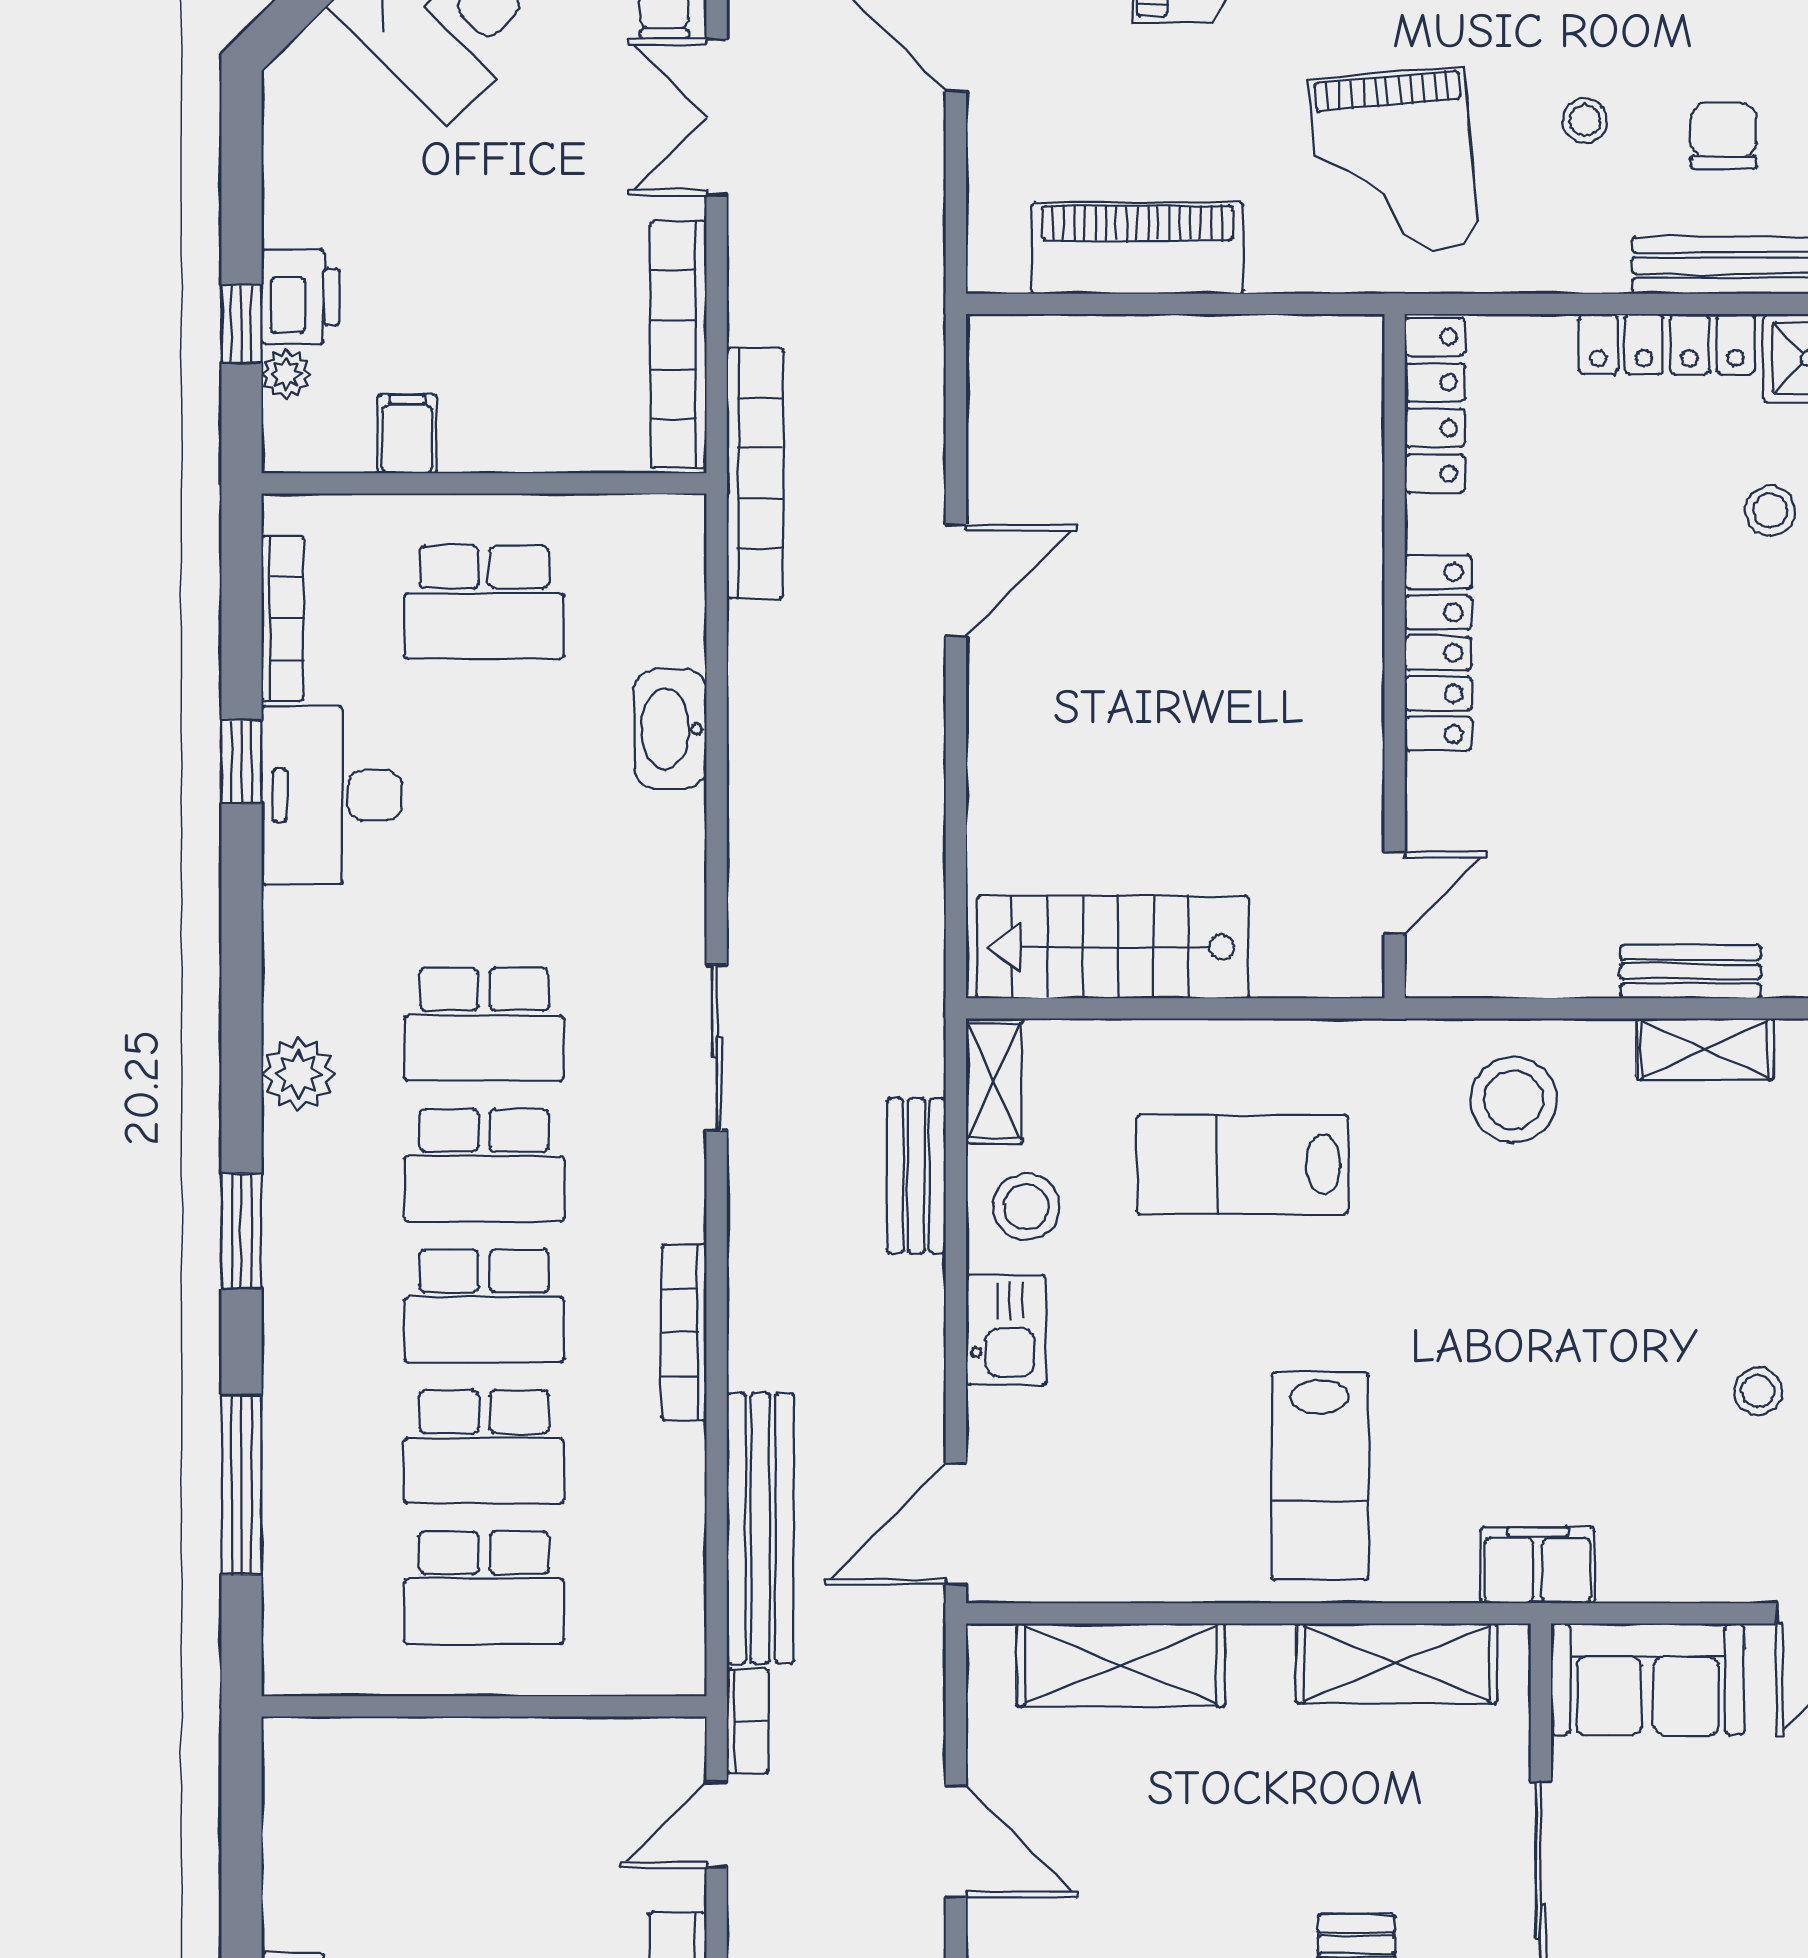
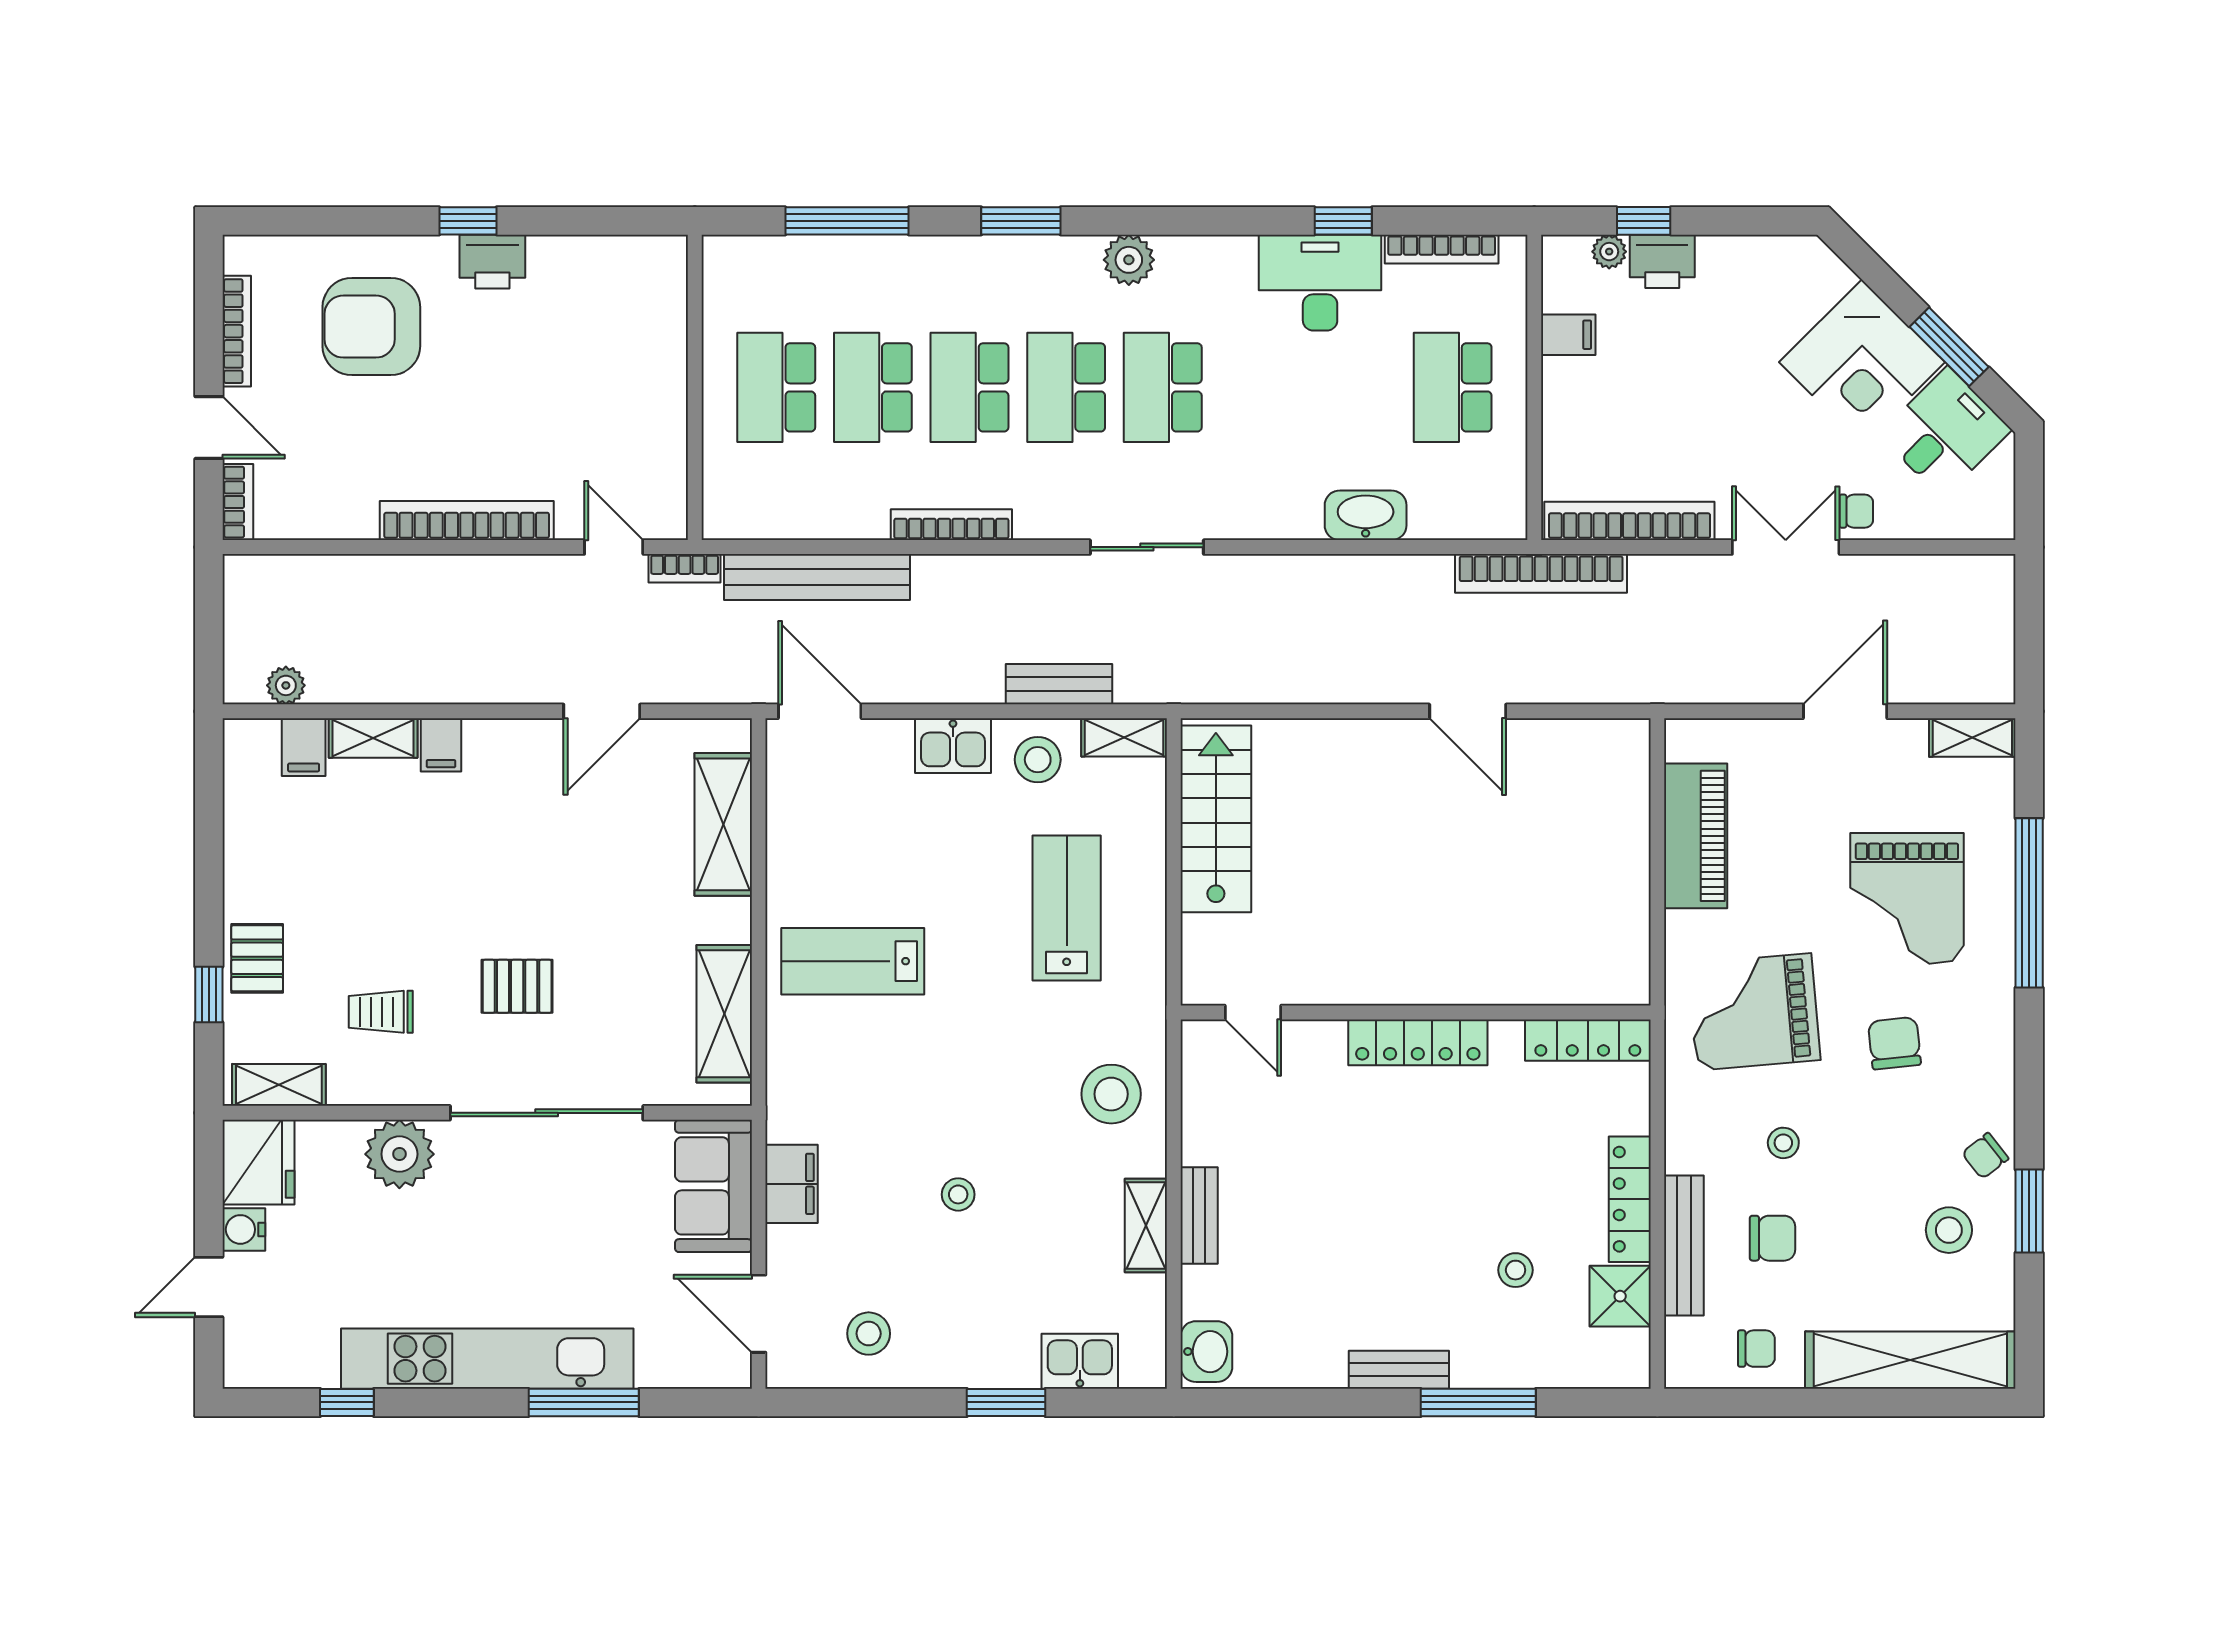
stool: (1758, 1391) -> (958, 1194), moved
filing cabinet: (1538, 1565) -> (792, 1184), moved

